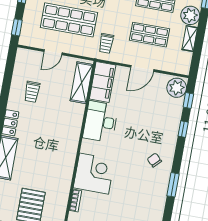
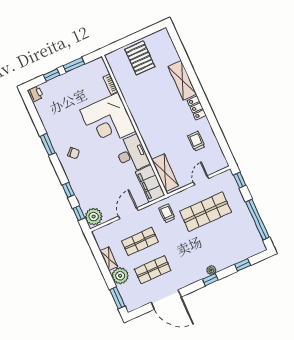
corner desk: (94, 174) -> (108, 121), width x1.36, depth x1.36

